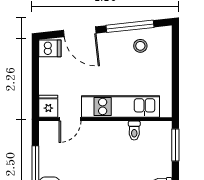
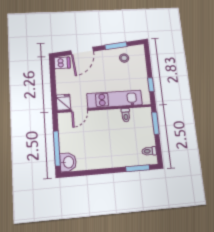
window: (130, 26) -> (116, 46), width x0.69
door: (80, 32) -> (82, 51), hinge flipped
window: (175, 89) -> (151, 85), added

